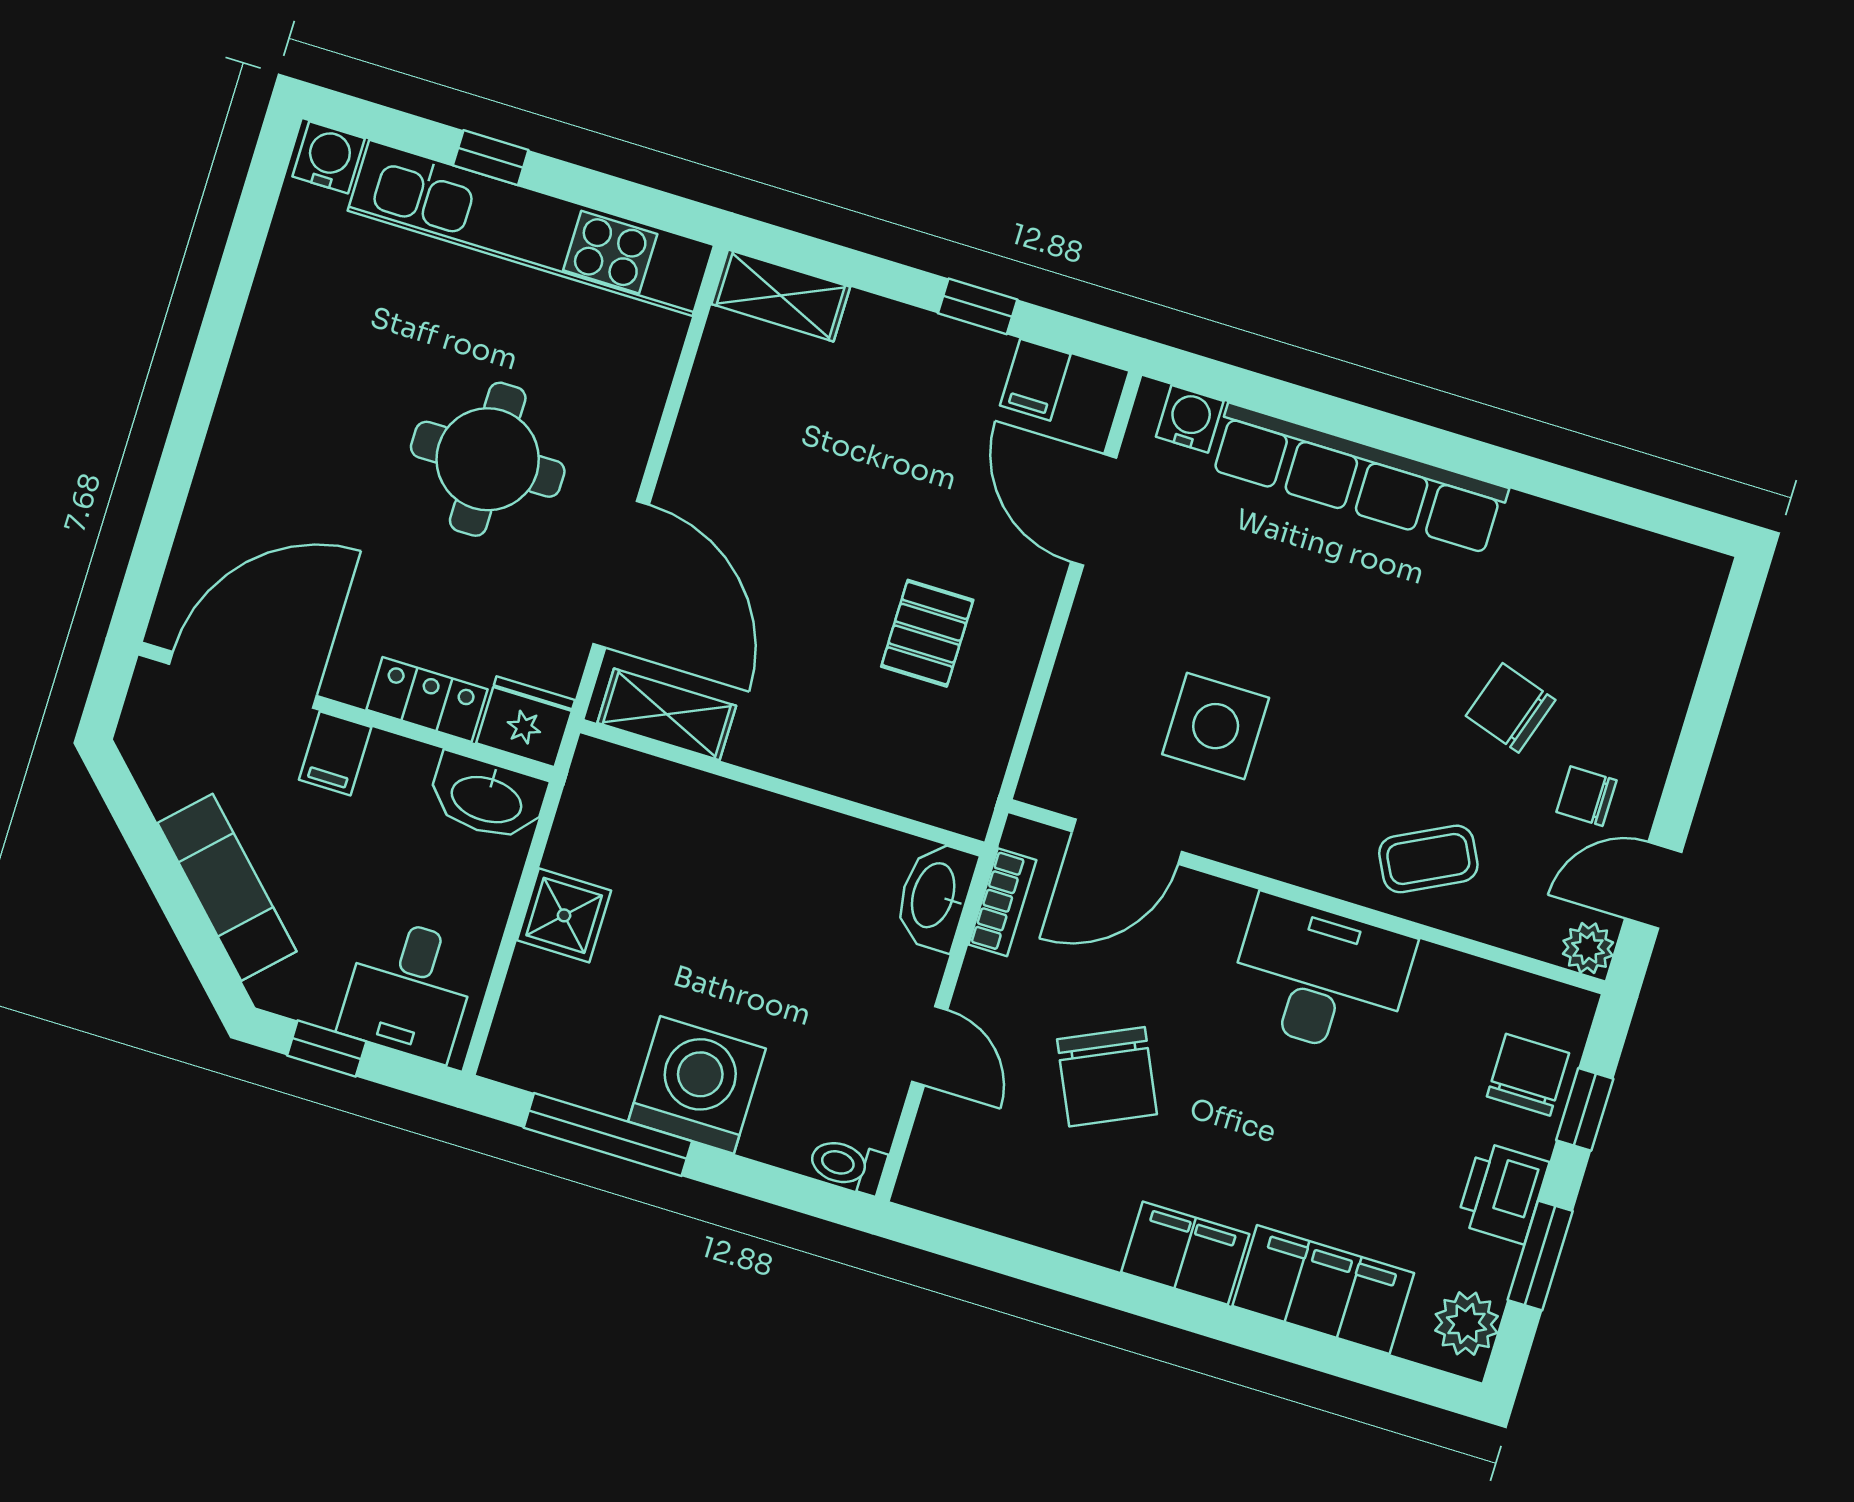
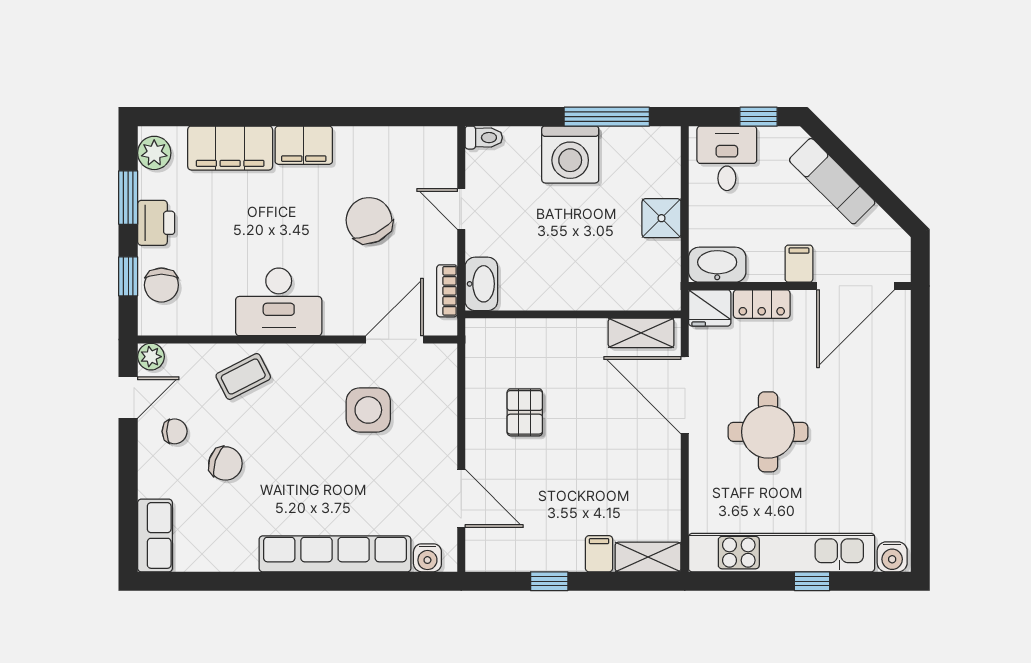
filing cabinet: (1035, 380) -> (599, 554), moved
row of seats: (1682, 614) -> (155, 535), added

